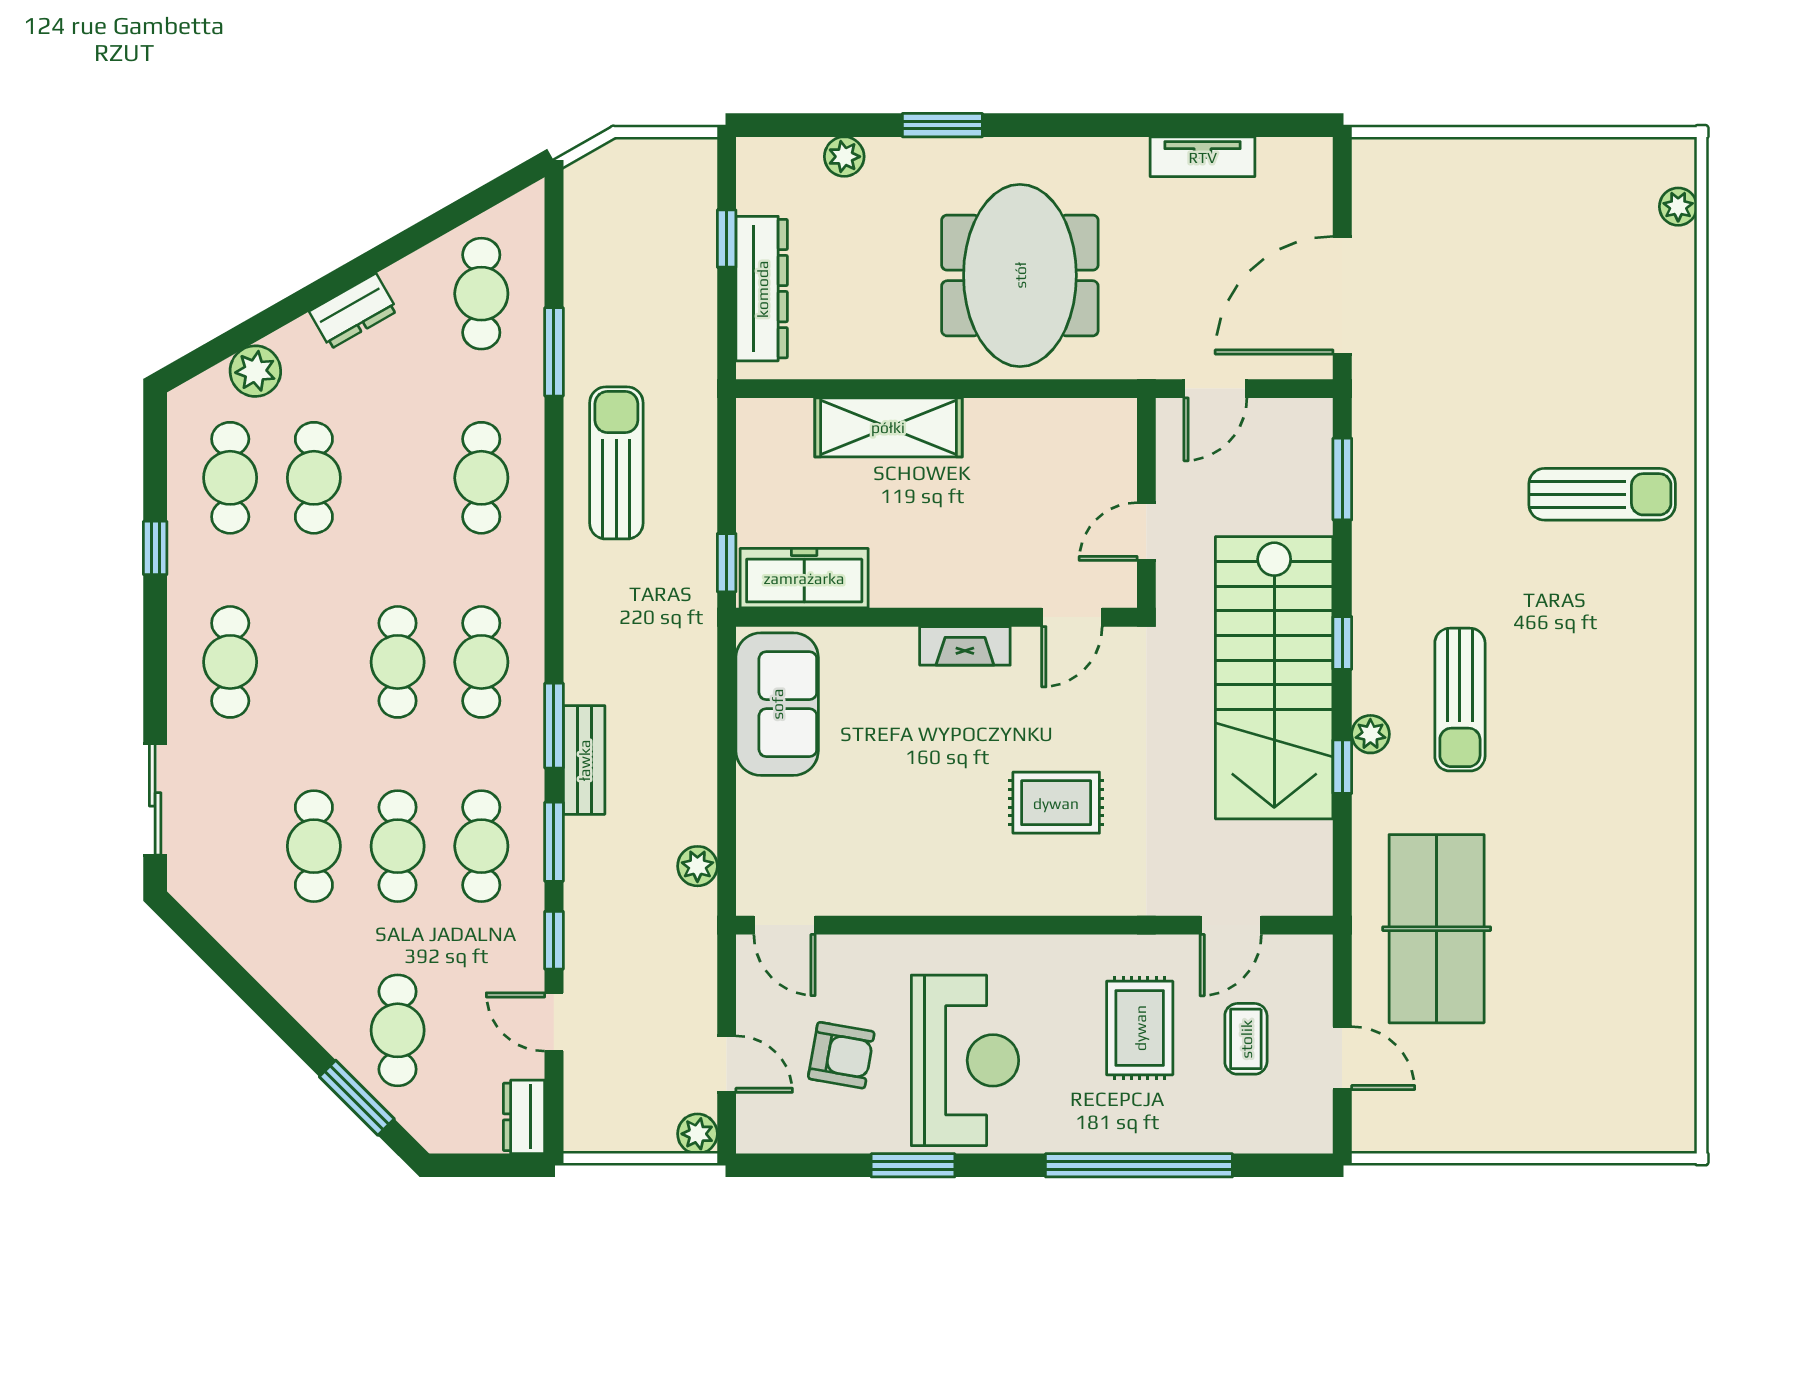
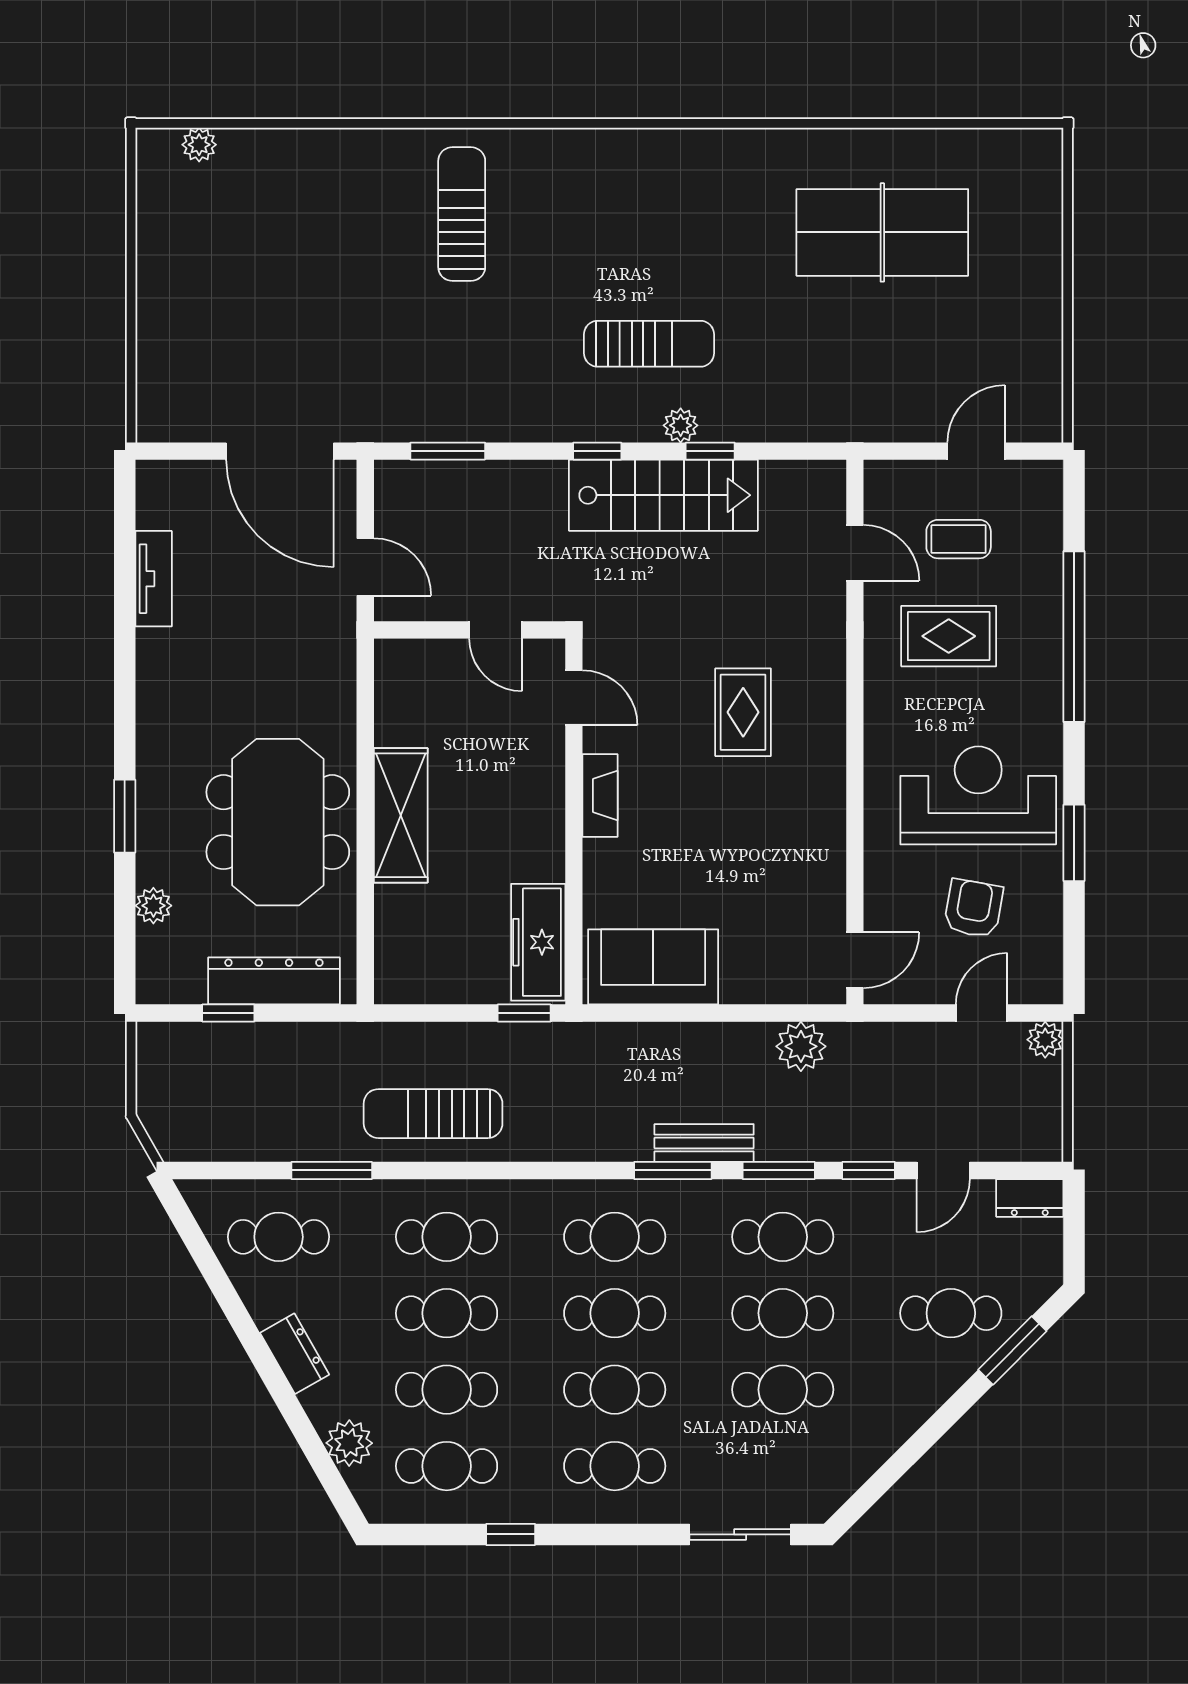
meeting table: (1020, 275) -> (278, 822), moved, turned 90
shelving: (888, 427) -> (401, 815), moved
cafe table: (398, 478) -> (447, 1313), added
cafe table: (314, 662) -> (615, 1390), added
stairs: (1274, 678) -> (663, 495), width x0.73, depth x0.66
plant: (697, 866) -> (801, 1046), width x1.38, depth x1.38
table tennis table: (1437, 929) -> (882, 232), moved

